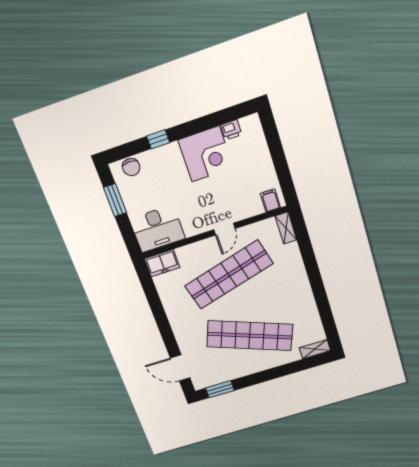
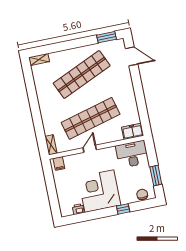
corner desk: (206, 154) -> (99, 191), width x1.36, depth x1.36
shop shelf: (250, 336) -> (82, 74), turned -45

